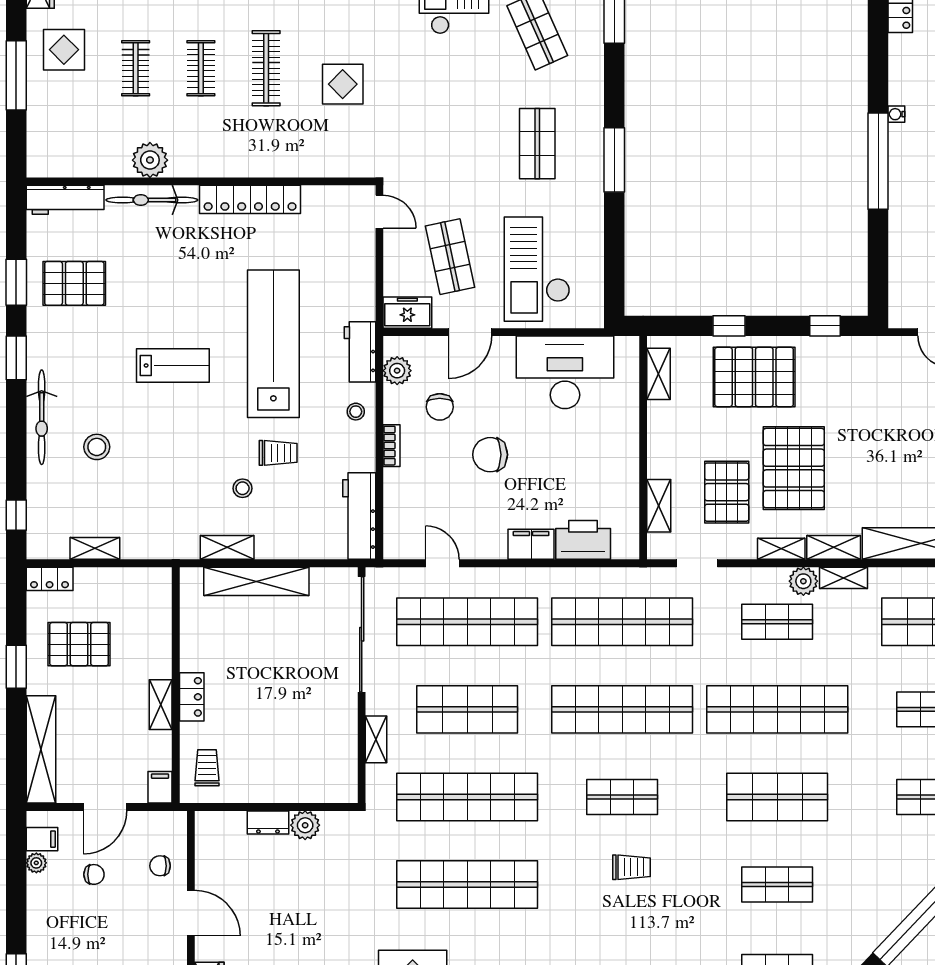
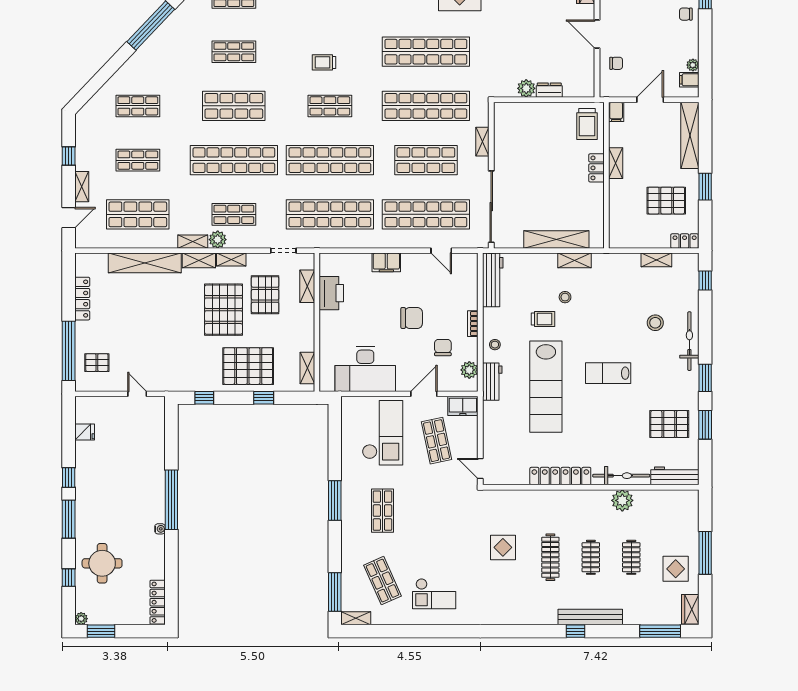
trolley: (278, 453) -> (543, 319), turned 180
printer: (583, 540) -> (331, 293), moved, turned -90
trolley: (207, 768) -> (587, 124), width x1.36, depth x1.39
chair: (94, 874) -> (686, 14), moved

